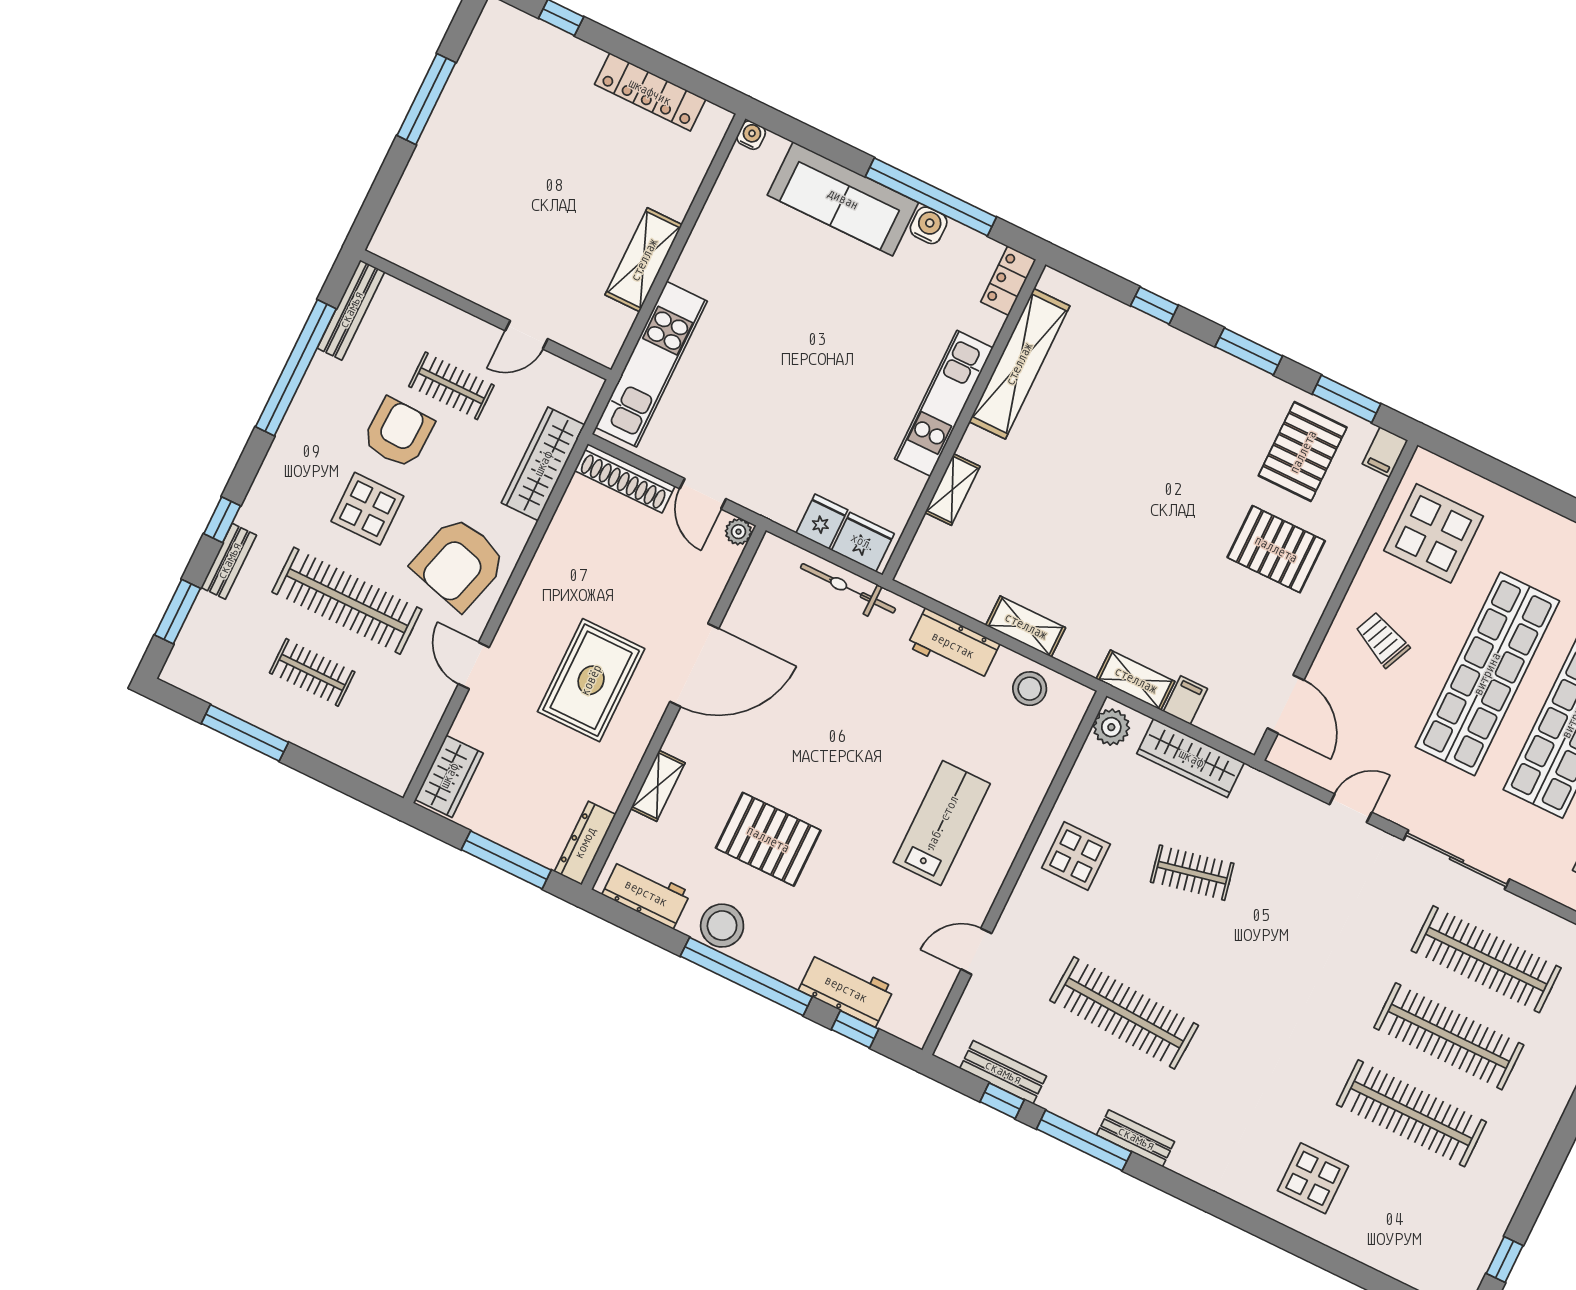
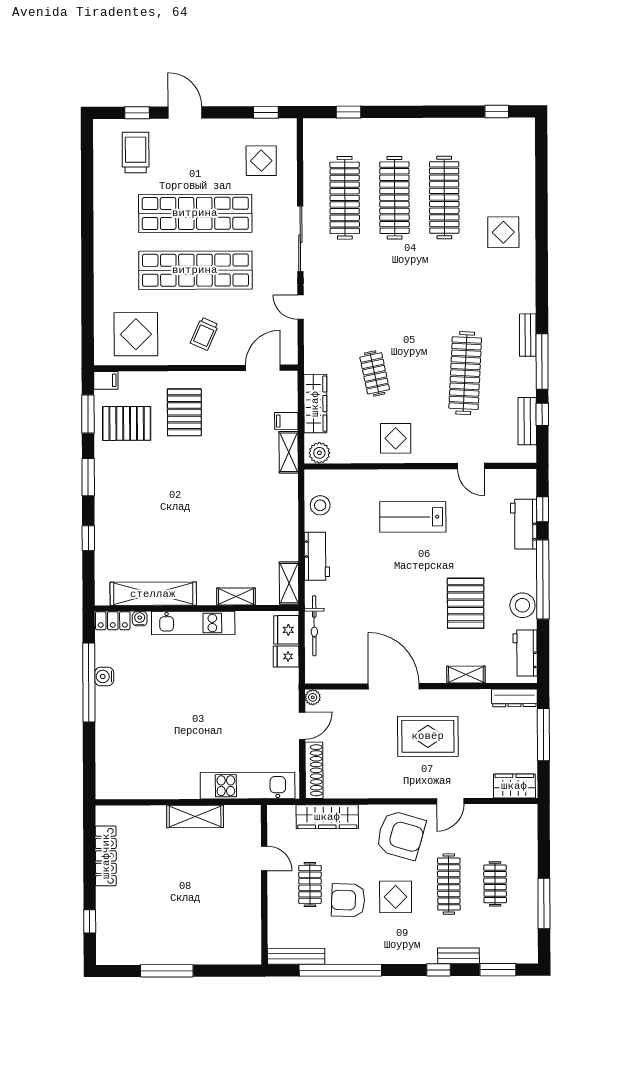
water cooler: (751, 135) -> (140, 619), moved, turned 90
sofa: (843, 199) -> (112, 728), removed
clothes rail: (347, 601) -> (449, 884), width x0.73, depth x0.76
shelving: (1026, 626) -> (289, 583), moved

